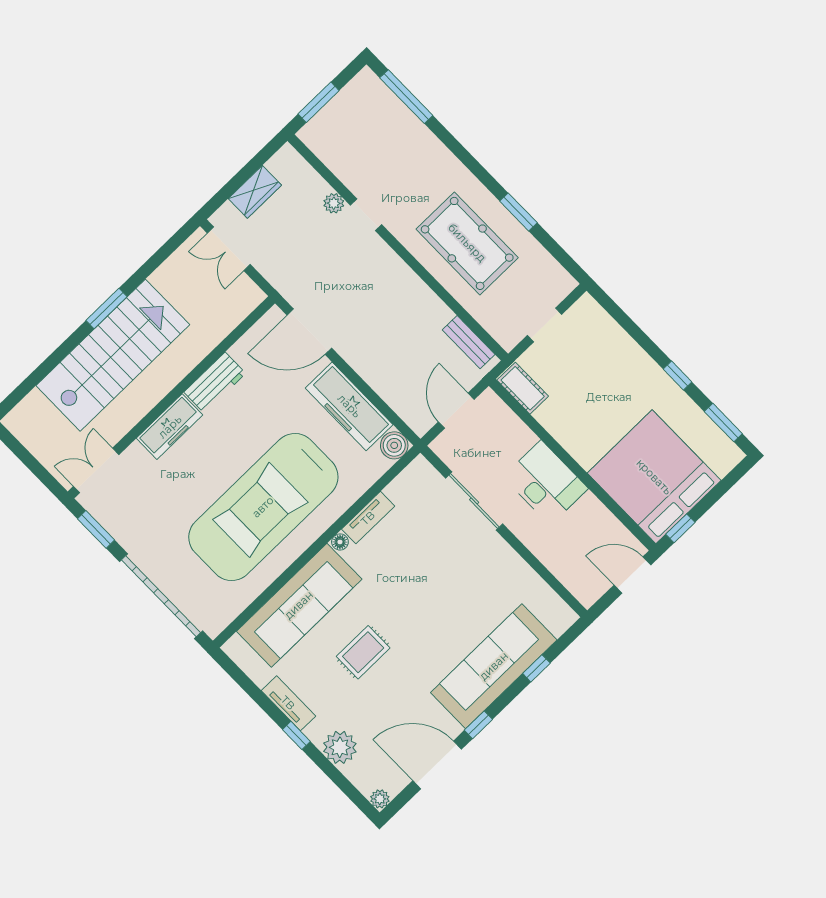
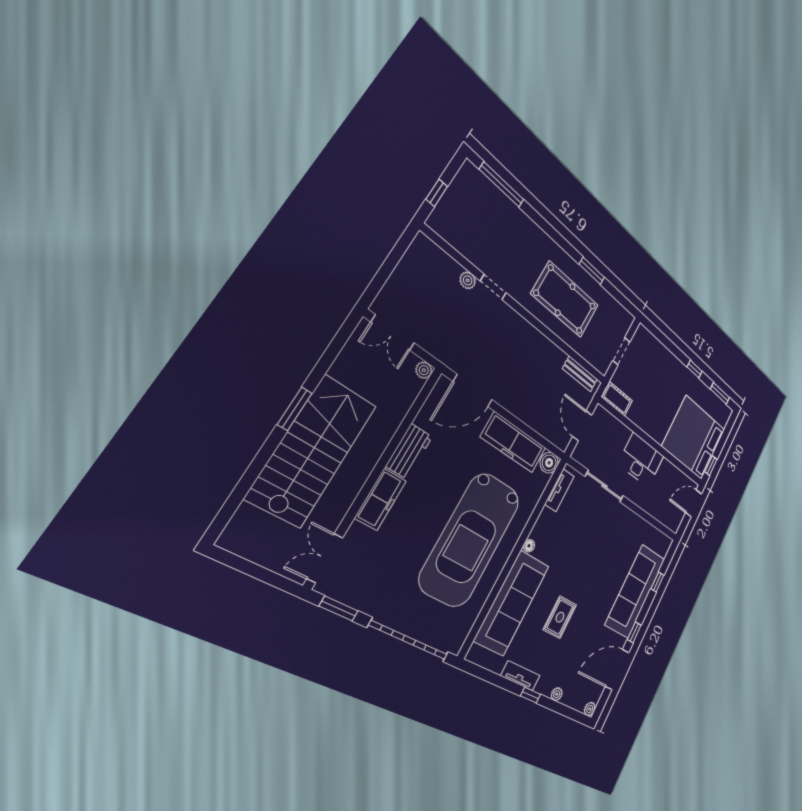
window: (319, 102) -> (437, 193), width x0.67
wardrobe: (255, 192) -> (403, 278), removed
plant: (254, 296) -> (424, 370), added
tv unit: (368, 518) -> (560, 490), moved
plant: (340, 747) -> (557, 694), width x0.53, depth x0.53

